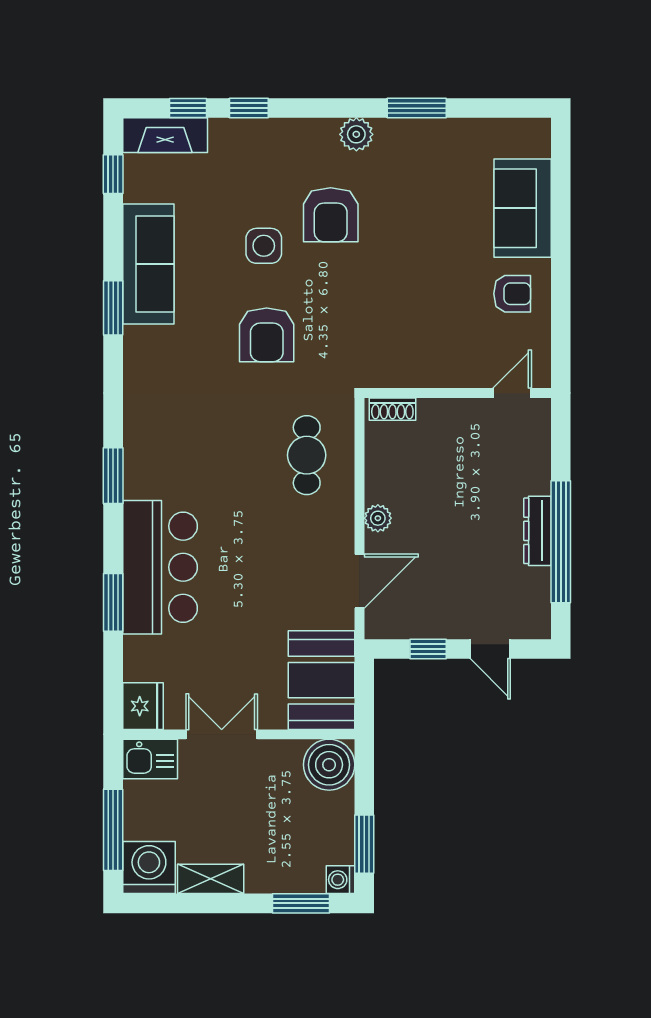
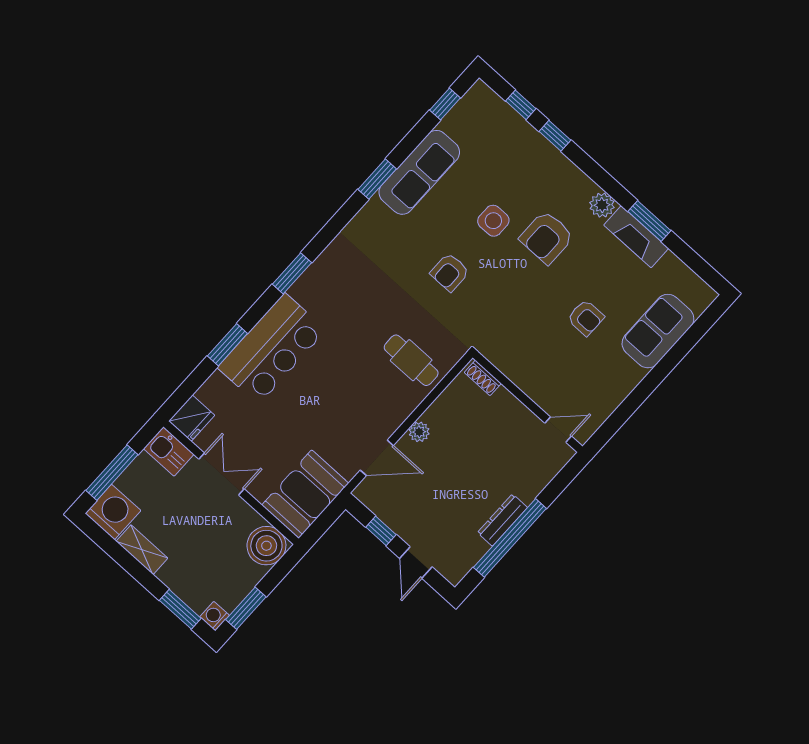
fireplace: (165, 135) -> (636, 237), moved
armchair: (512, 294) -> (586, 318), moved
armchair: (267, 335) -> (450, 272), width x0.72, depth x0.72
cafe table: (307, 455) -> (411, 360), turned 90

